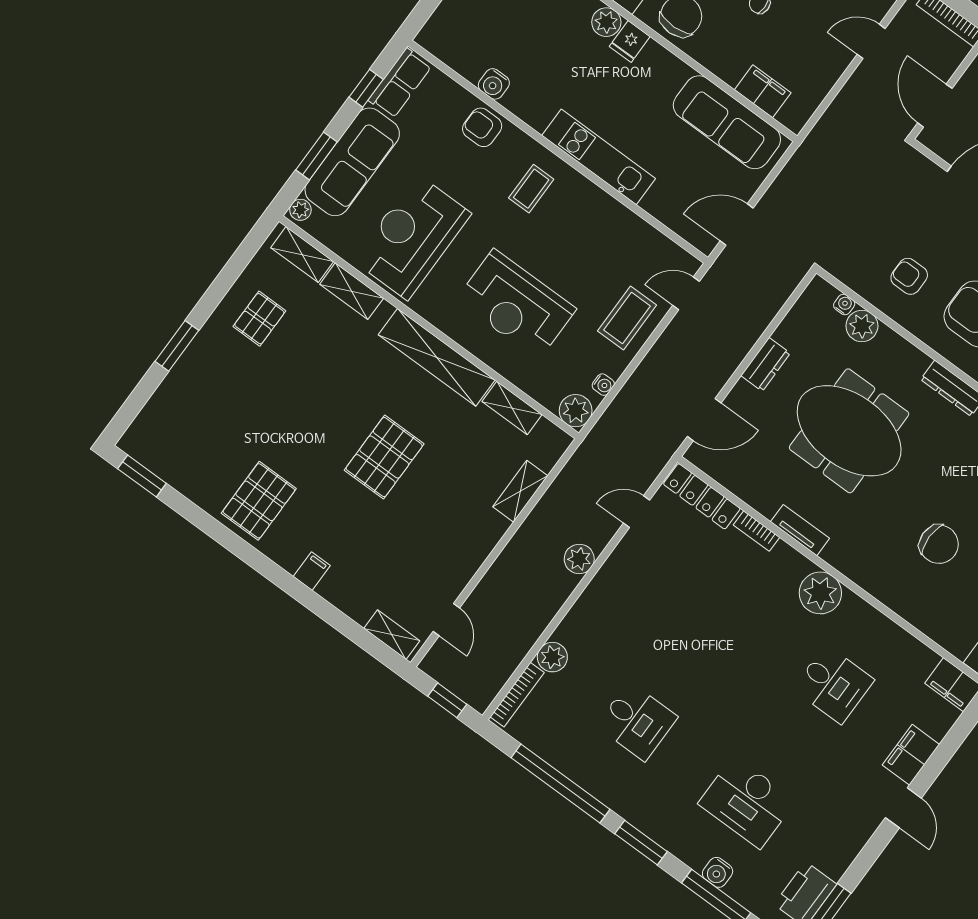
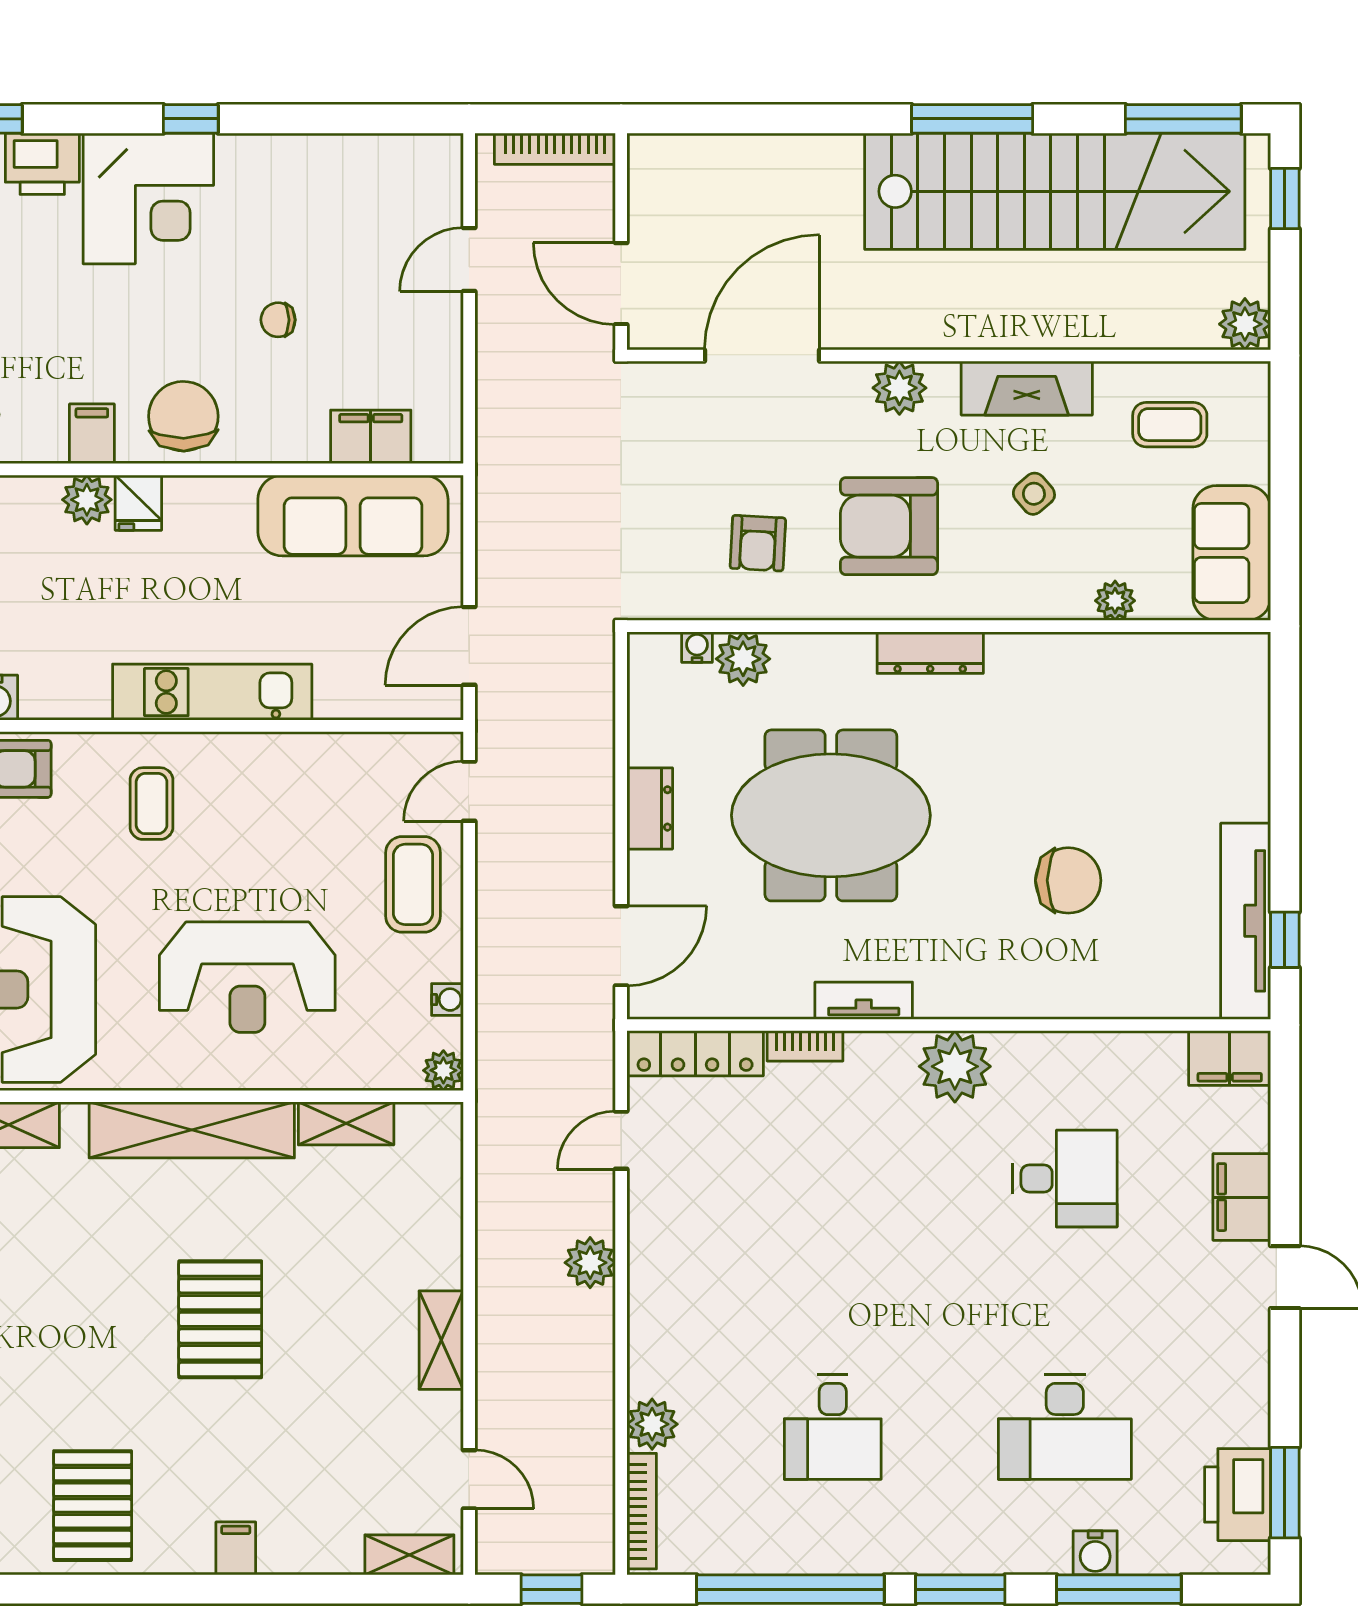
armchair: (909, 276) -> (758, 543), turned -87
plant: (576, 411) -> (443, 1070), width x0.73, depth x0.73
shelving: (520, 491) -> (441, 1340), moved
desk: (637, 721) -> (833, 1427), turned 90

